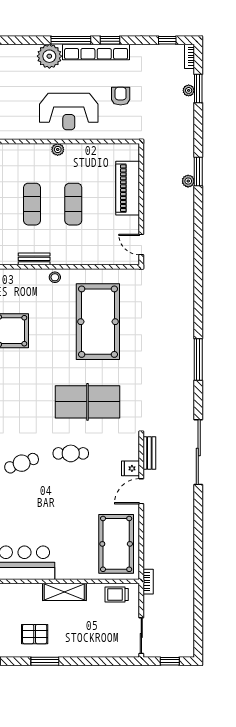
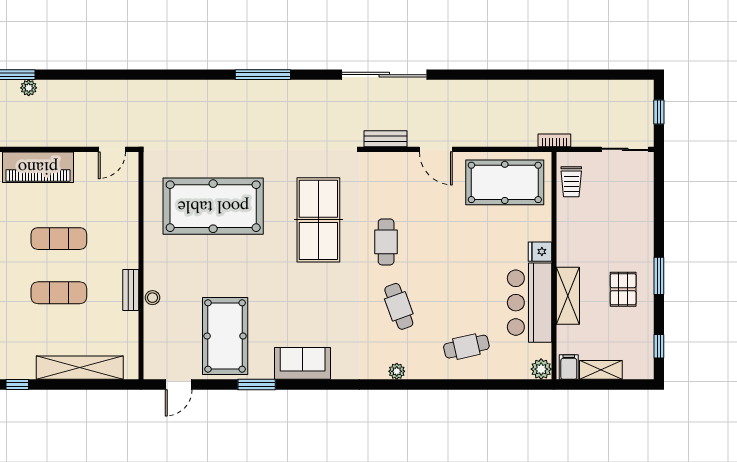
stool: (55, 277) -> (152, 298), moved
fridge: (131, 468) -> (540, 252), moved, turned 90
shelving: (64, 592) -> (568, 296), moved

